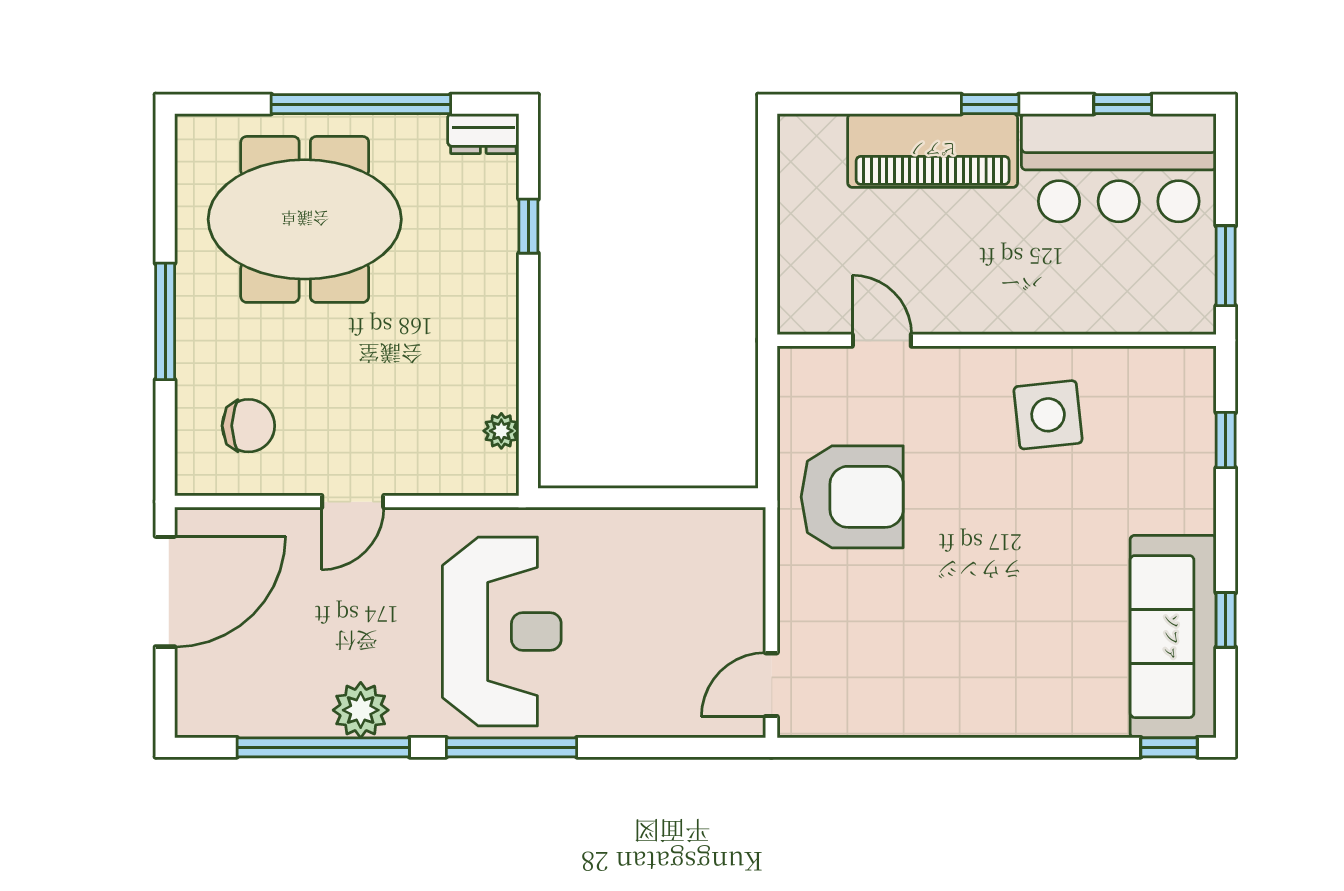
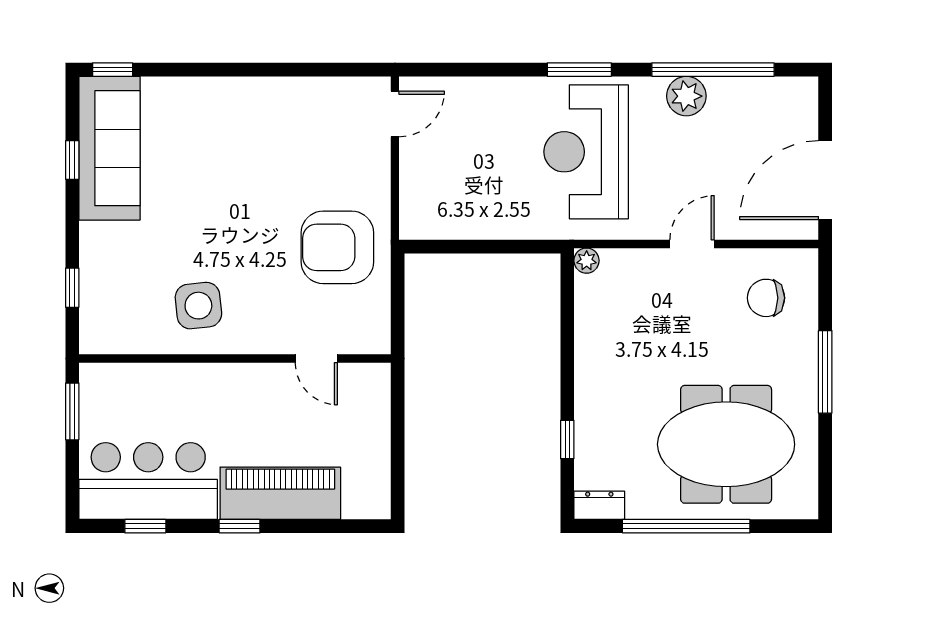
plant: (501, 431) -> (587, 261), moved
window: (512, 747) -> (579, 70), width x0.69

